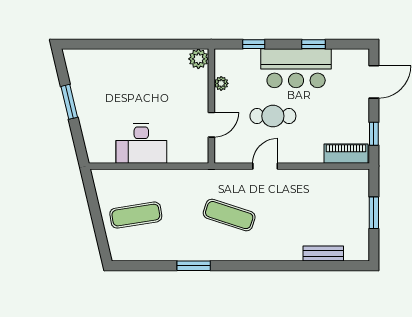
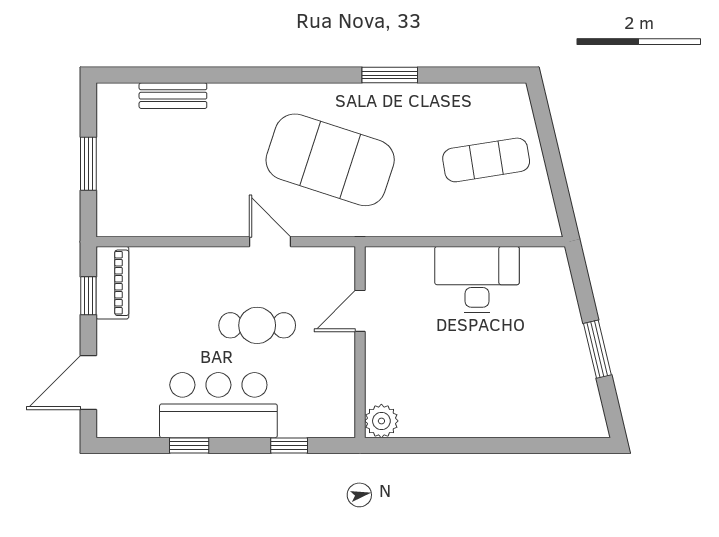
plant: (221, 83) -> (344, 380), removed
piano: (346, 154) -> (112, 283), moved, turned -90
door: (265, 166) -> (270, 242), swing flipped
exercise mat: (229, 215) -> (330, 160), width x2.00, depth x1.45

